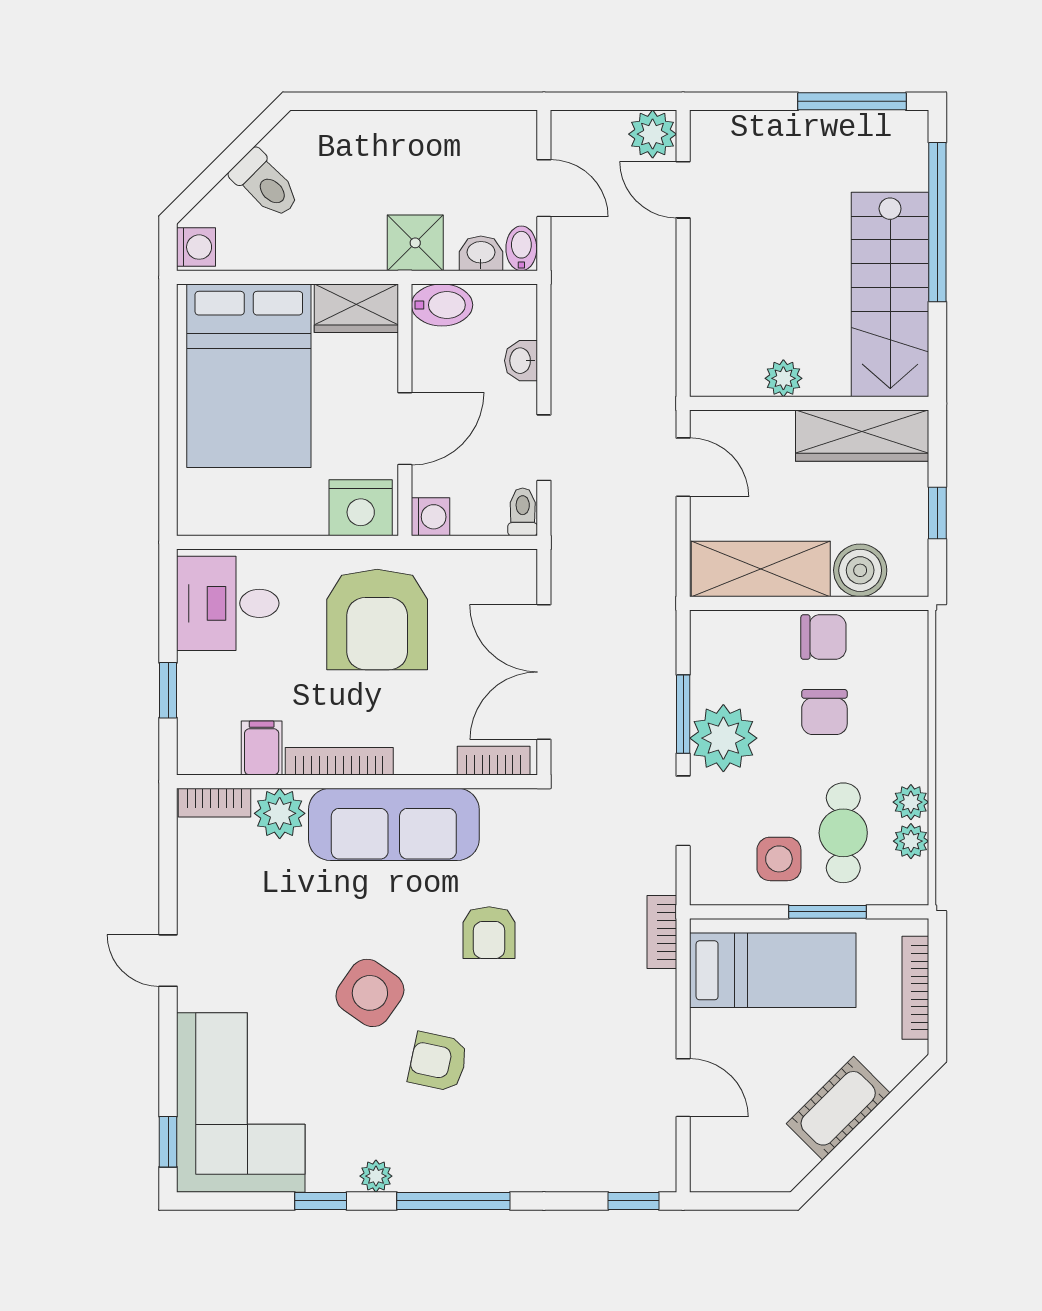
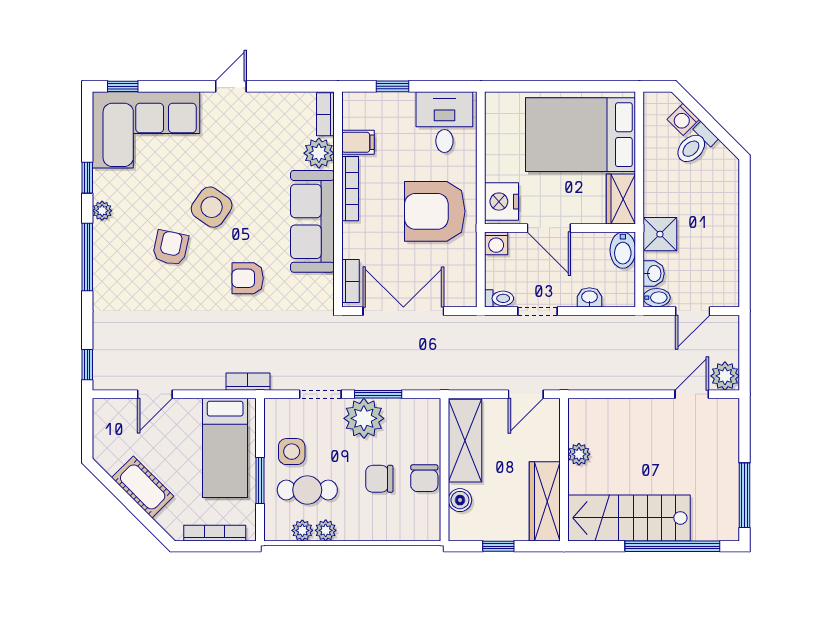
washing machine: (196, 247) -> (683, 119), moved, turned 45
boiler: (860, 570) -> (460, 500), width x0.73, depth x0.73

